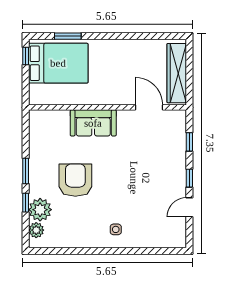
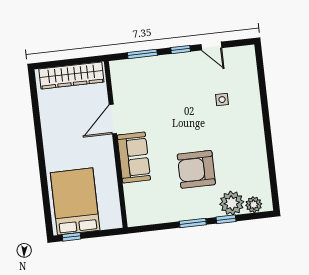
window: (68, 36) -> (45, 195), removed
door: (149, 107) -> (113, 119), moved
window: (189, 142) -> (142, 54), width x1.50
side table: (116, 229) -> (222, 100), moved

